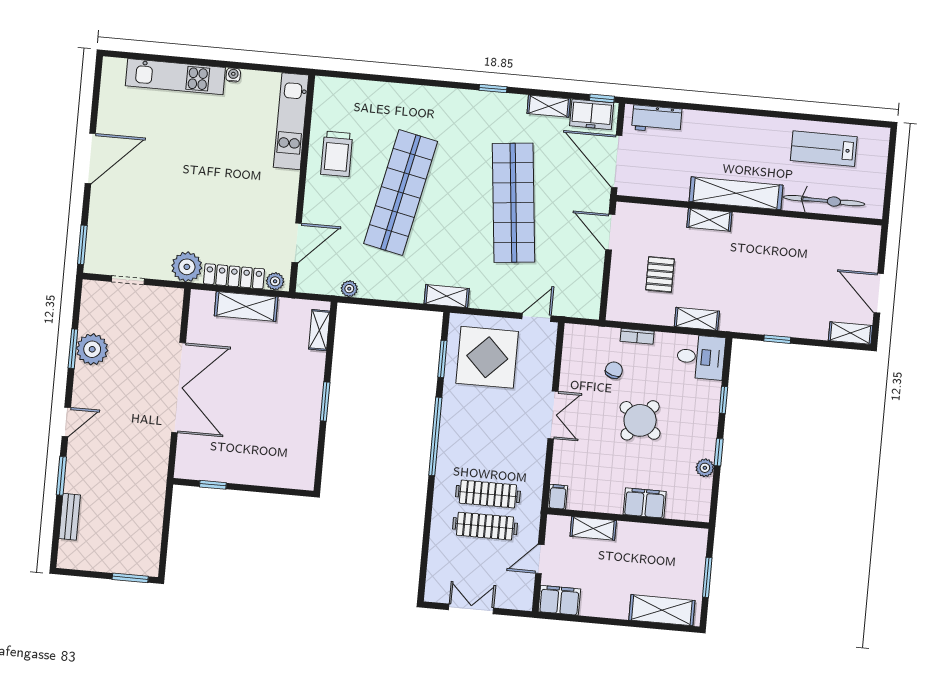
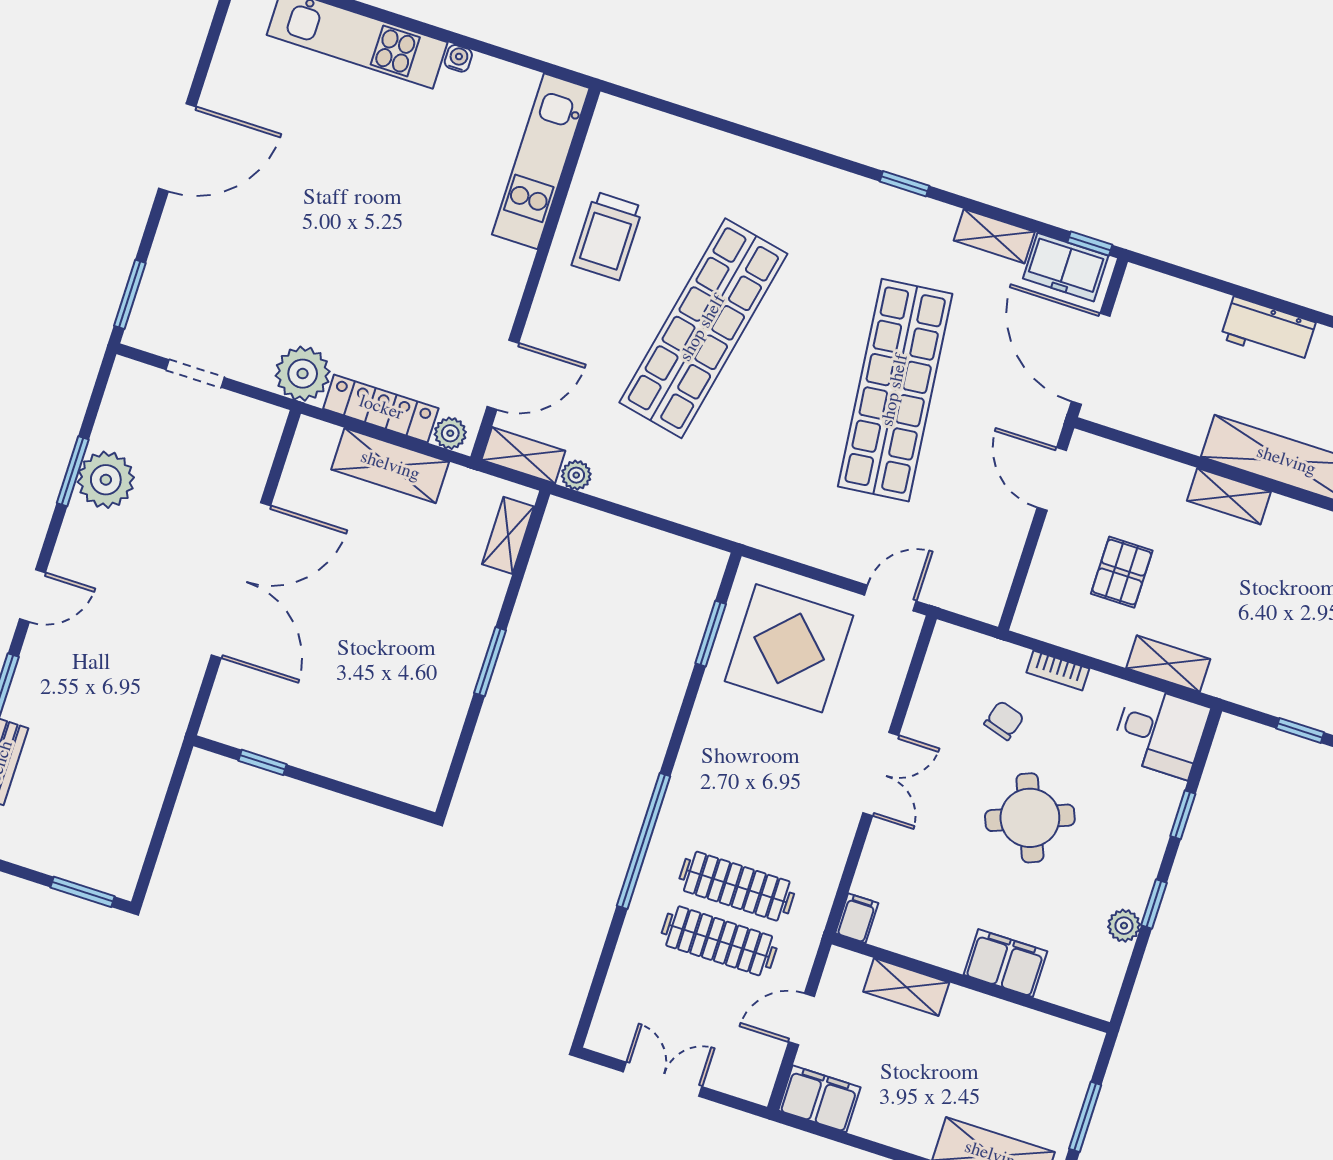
workbench: (657, 119) -> (1268, 330), moved
shelving: (447, 296) -> (523, 455), moved
round table: (640, 420) -> (1030, 818), turned 30
window: (435, 436) -> (644, 841), moved

